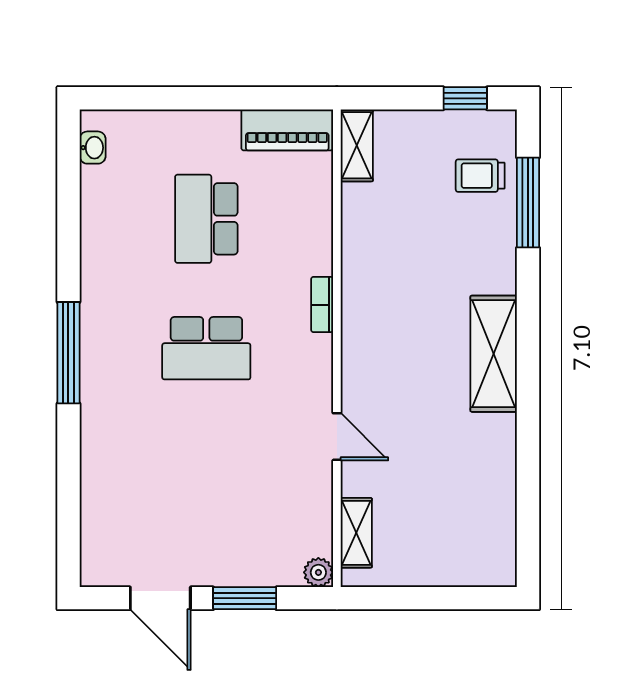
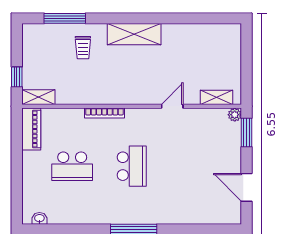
window: (465, 98) -> (17, 77), moved
trolley: (480, 176) -> (83, 48), moved
bookcase: (322, 305) -> (104, 113), width x1.56
door: (160, 598) -> (247, 187), swing flipped
window: (245, 598) -> (247, 133), moved

